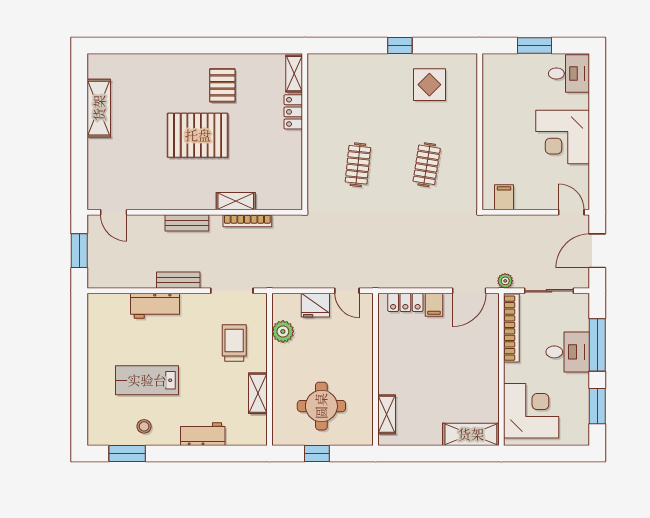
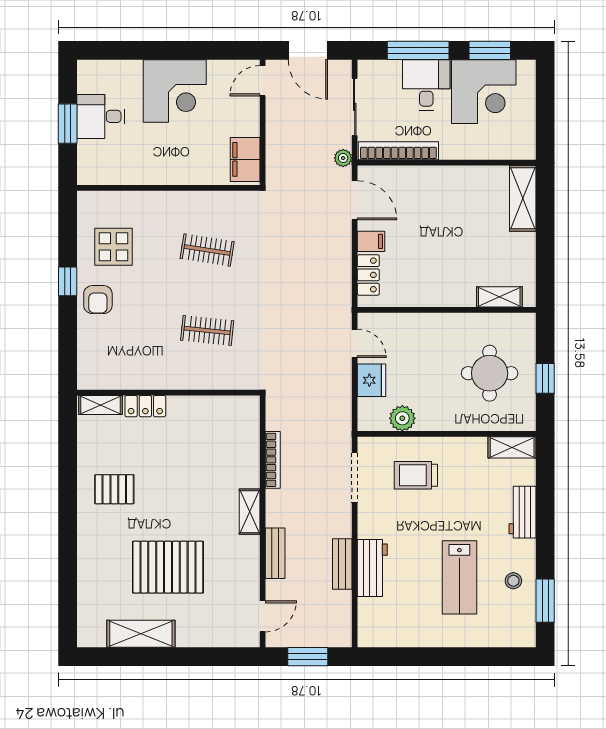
armchair: (384, 71) -> (98, 300), added
desk: (569, 74) -> (101, 116), moved, turned -90
pallet: (198, 135) -> (168, 567), moved, turned 90
filing cabinet: (504, 197) -> (245, 159), width x2.00
shelving: (236, 201) -> (250, 512), moved
bench: (187, 223) -> (275, 553), moved
bench: (178, 280) -> (342, 564), moved
door: (347, 291) -> (355, 343), hinge flipped
shelving: (258, 393) -> (512, 447), moved
corner desk: (531, 411) -> (484, 92), moved, turned 180

